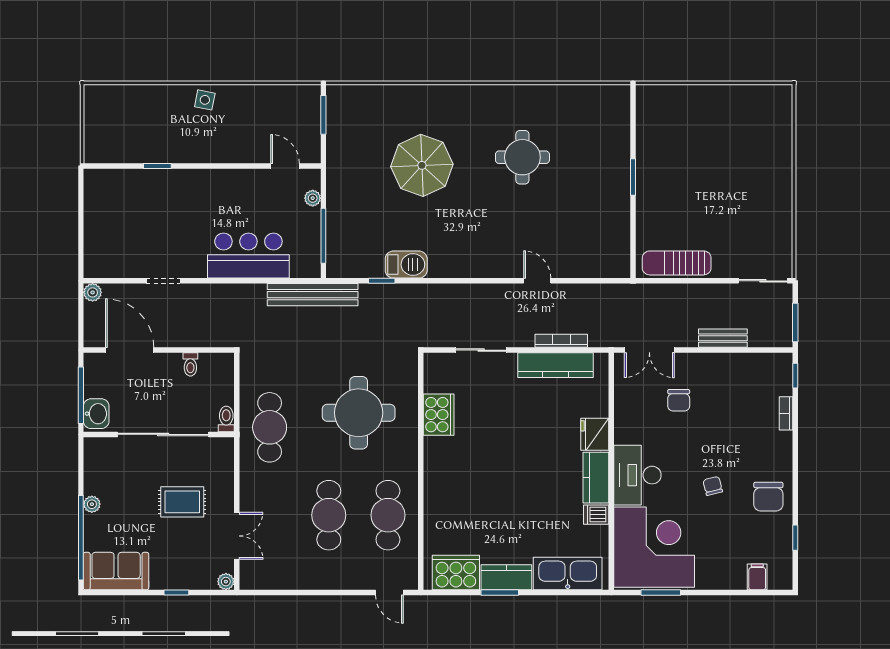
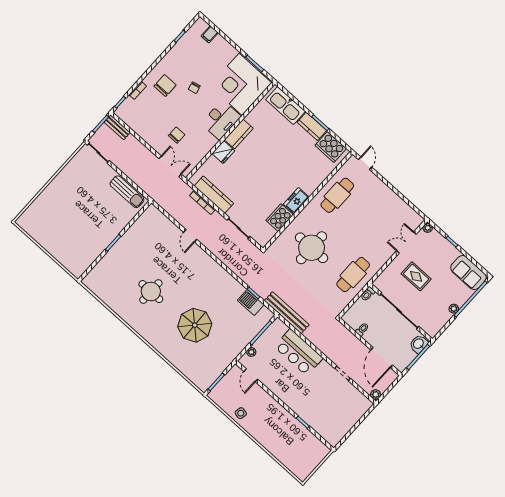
side table: (205, 100) -> (241, 413), moved
barbecue: (406, 265) -> (251, 302), moved
bench: (723, 338) -> (117, 127), moved
freezer: (437, 458) -> (296, 201), added
chair: (768, 497) -> (165, 86), moved
cafe table: (329, 515) -> (361, 217), removed
dishwasher: (596, 515) -> (252, 119), removed

